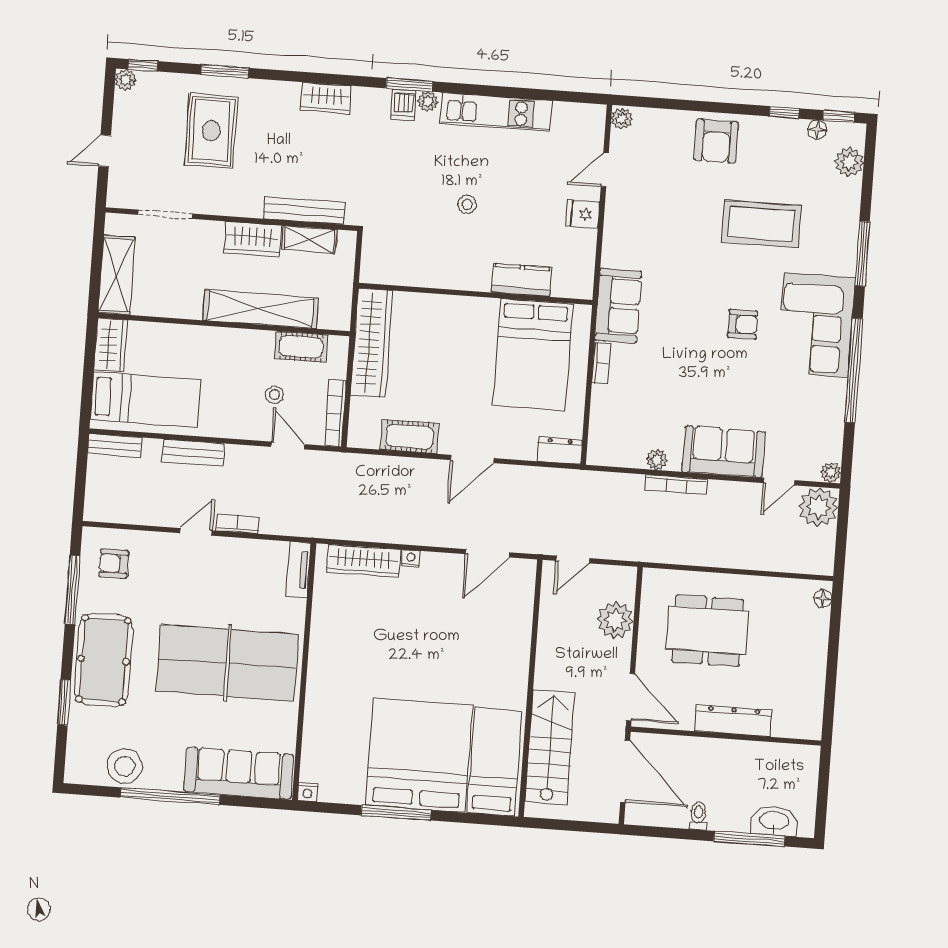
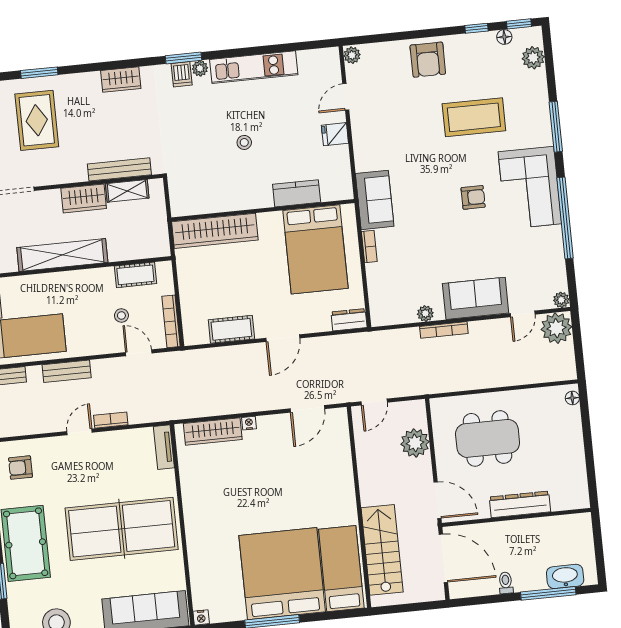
shelving: (261, 309) -> (62, 255), moved
wardrobe: (372, 343) -> (215, 231), moved, turned 90

